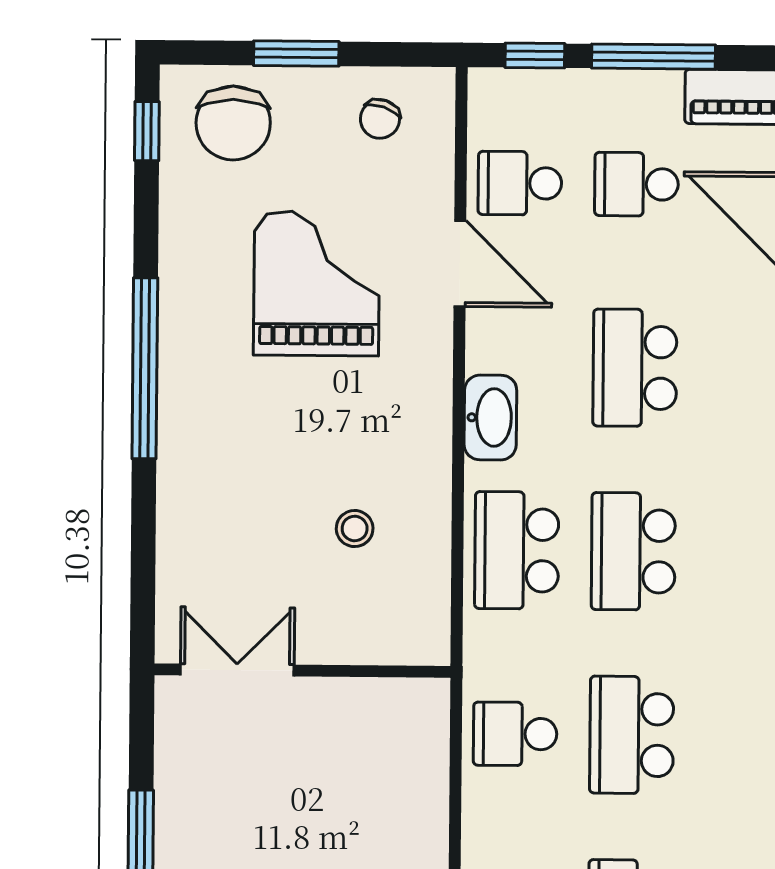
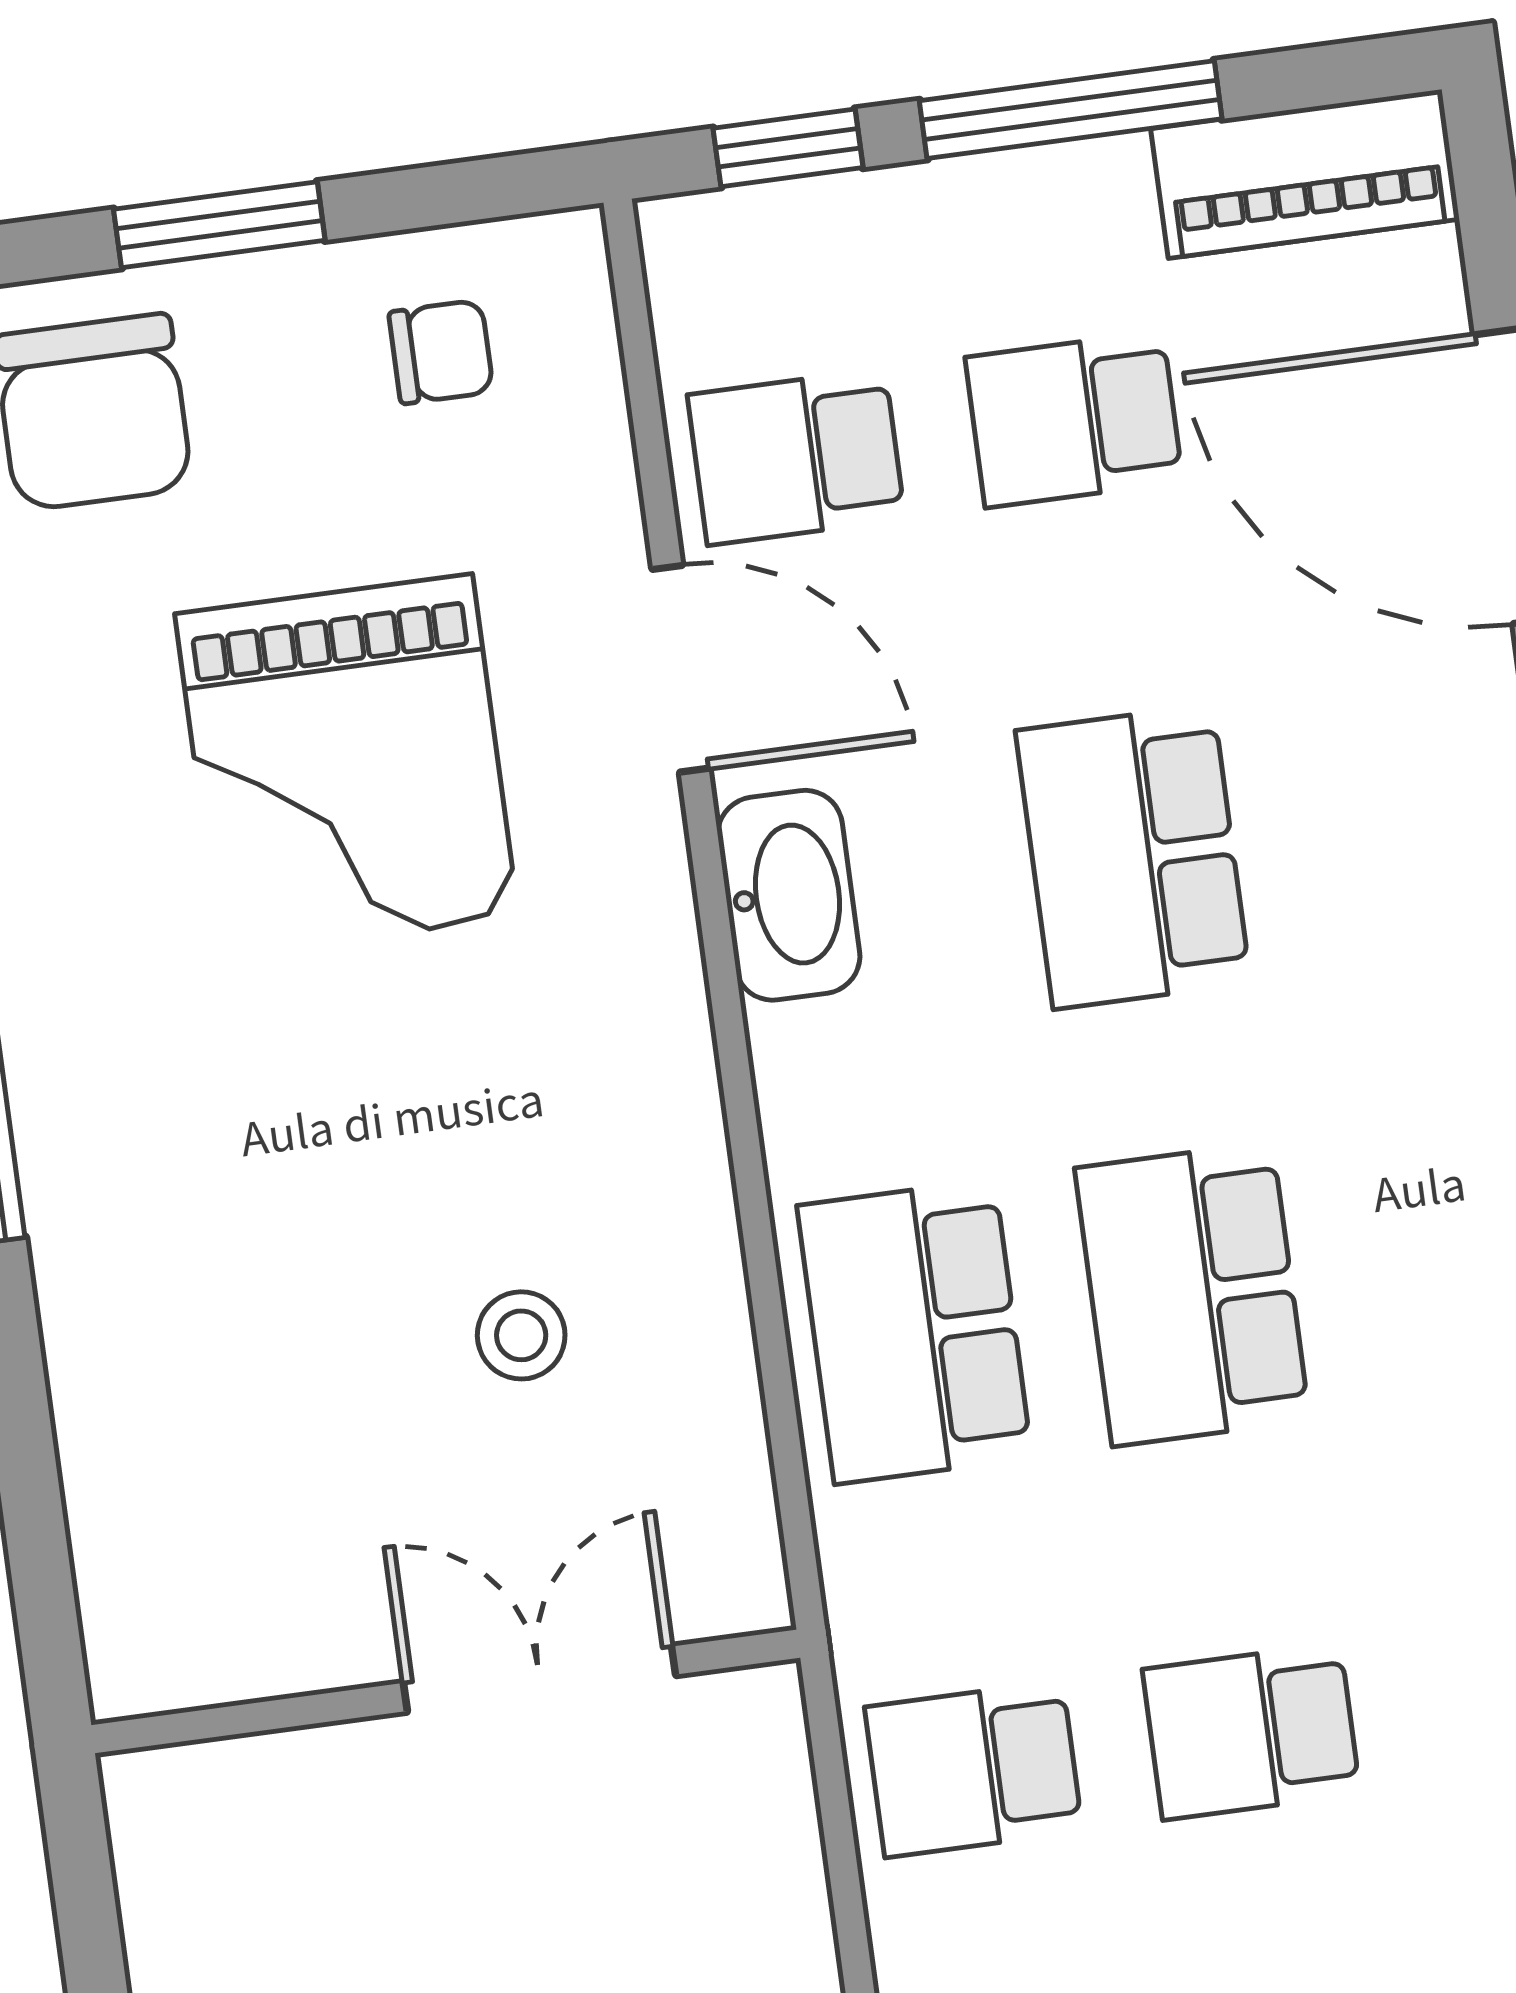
chair: (380, 119) -> (441, 352), turned -109
grand piano: (317, 283) -> (347, 765), turned 180
washbasin: (490, 418) -> (789, 895), moved
double door: (237, 670) -> (539, 1679), moved
school desk: (632, 735) -> (1251, 1732), width x0.54

